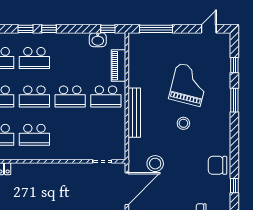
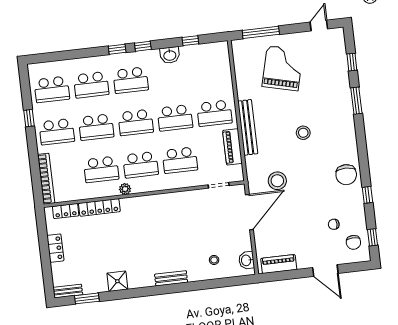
window: (108, 29) -> (190, 41), moved
washbasin: (98, 40) -> (170, 55), moved
piano: (119, 66) -> (232, 147), moved
grand piano: (189, 85) -> (283, 68), moved
school desk: (70, 135) -> (180, 160), added
plant: (18, 155) -> (125, 189), added
chair: (217, 165) -> (346, 175), turned -90

